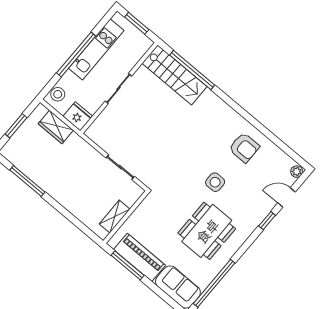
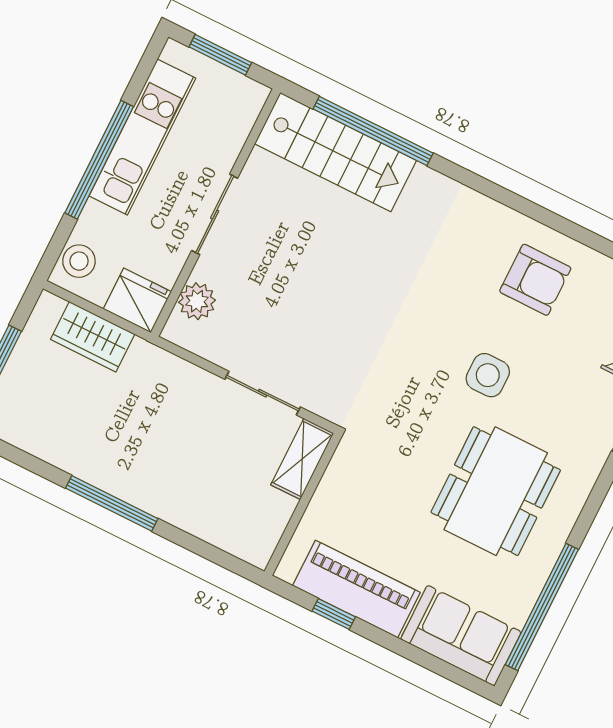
plant: (102, 123) -> (197, 301), added
window: (27, 181) -> (112, 503), moved
shelving: (115, 217) -> (302, 459), moved
window: (128, 265) -> (334, 614), width x0.46

